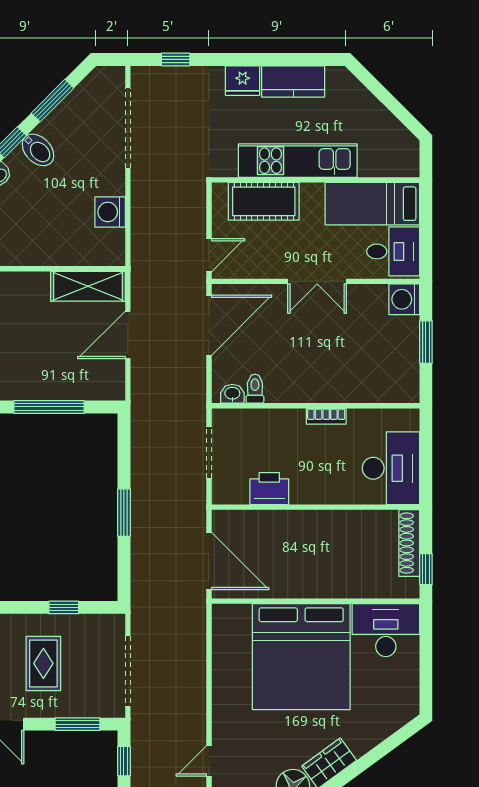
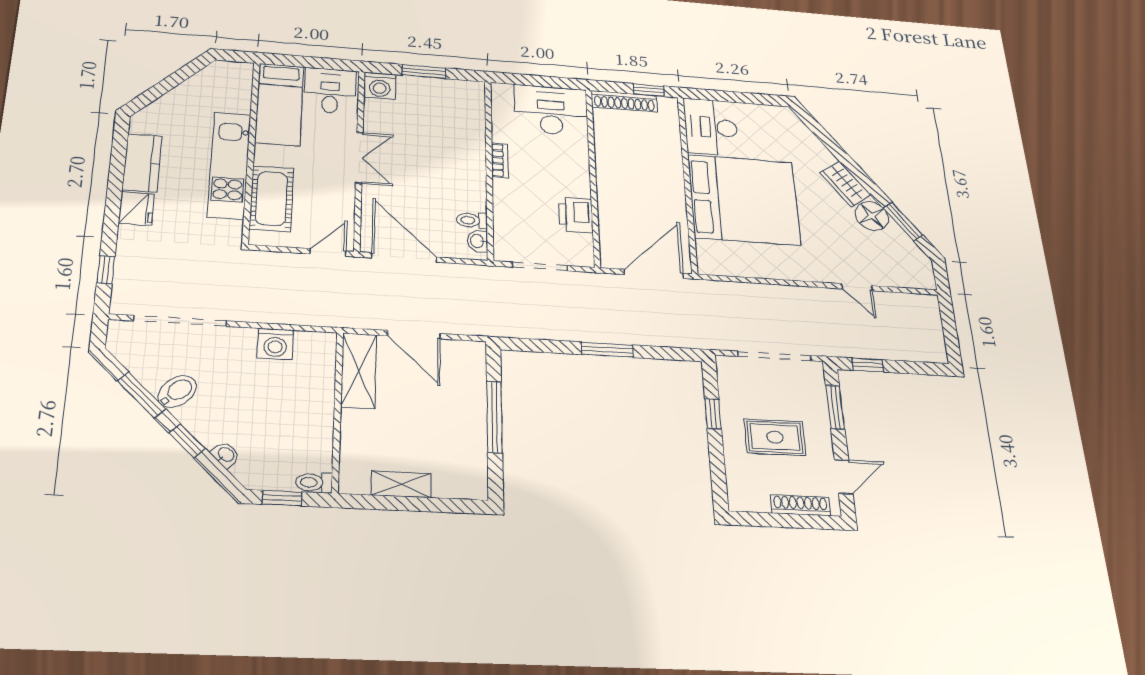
bidet: (38, 150) -> (177, 392), moved
door: (209, 255) -> (328, 252), hinge flipped

